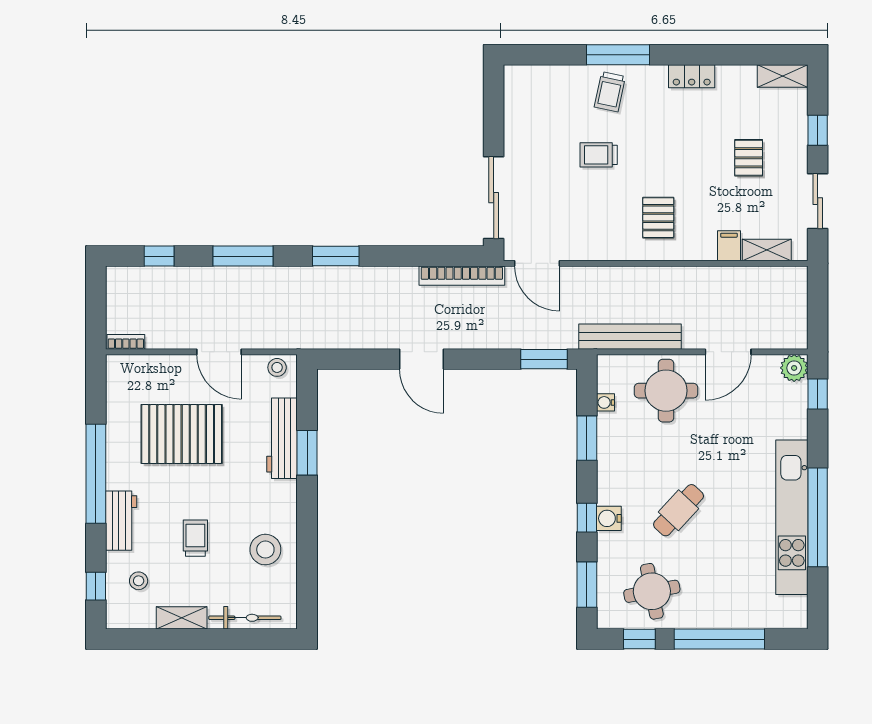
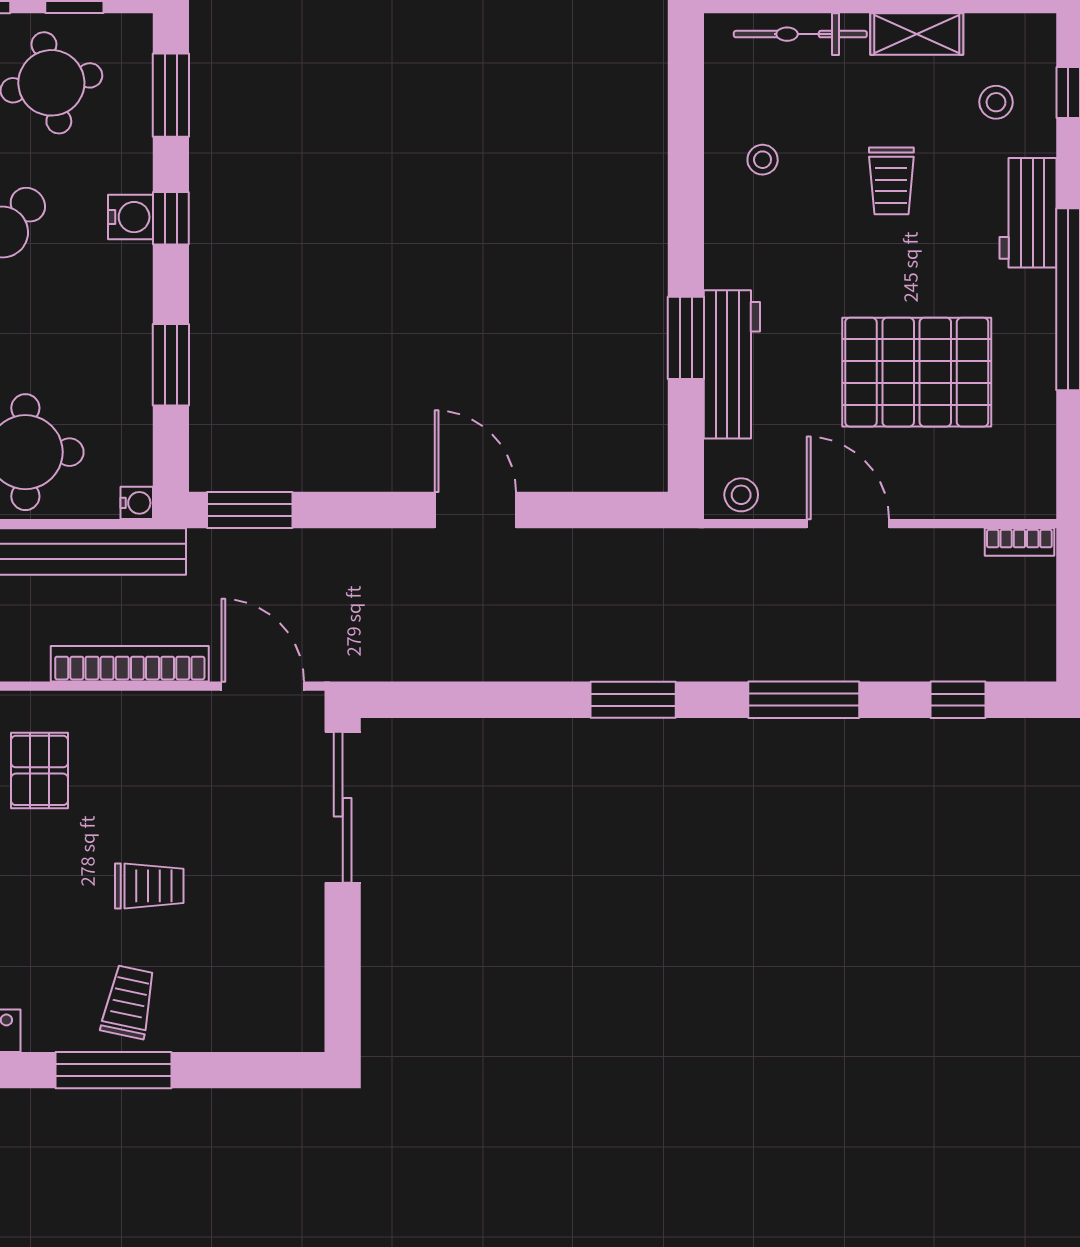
bookcase: (462, 276) -> (130, 664), moved
water cooler: (606, 402) -> (137, 503), moved
stool: (265, 550) -> (763, 160), width x0.53, depth x0.53

